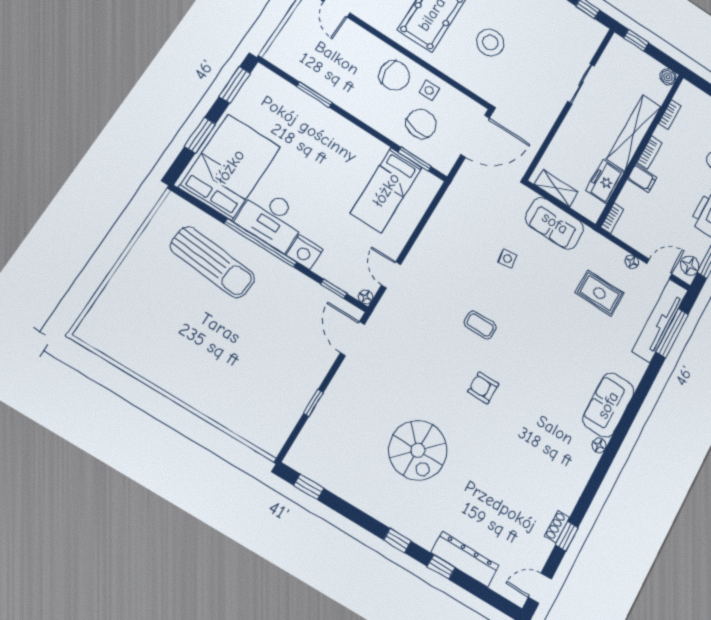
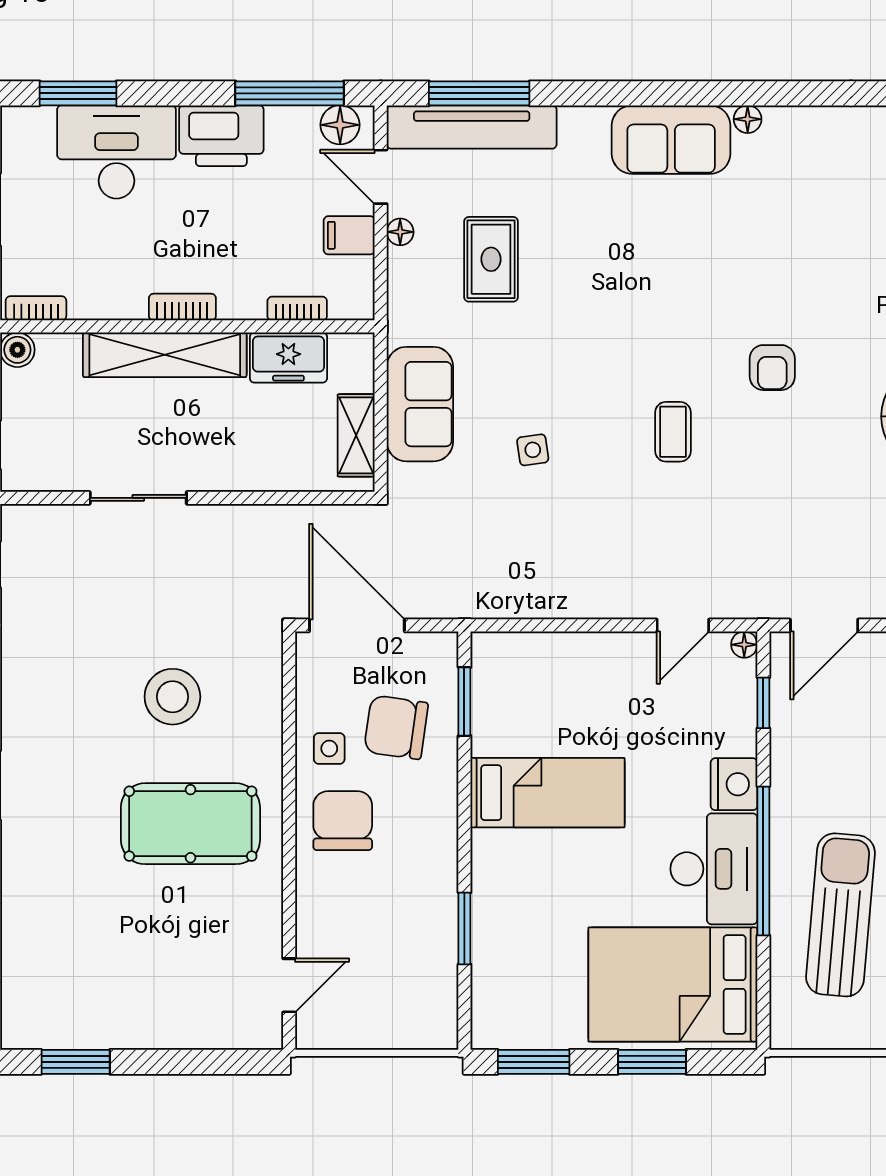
bookcase: (670, 115) -> (36, 308), moved
filing cabinet: (642, 178) -> (349, 235), moved, turned -90
bed: (386, 190) -> (547, 793), moved
bookcase: (612, 218) -> (297, 309), moved

